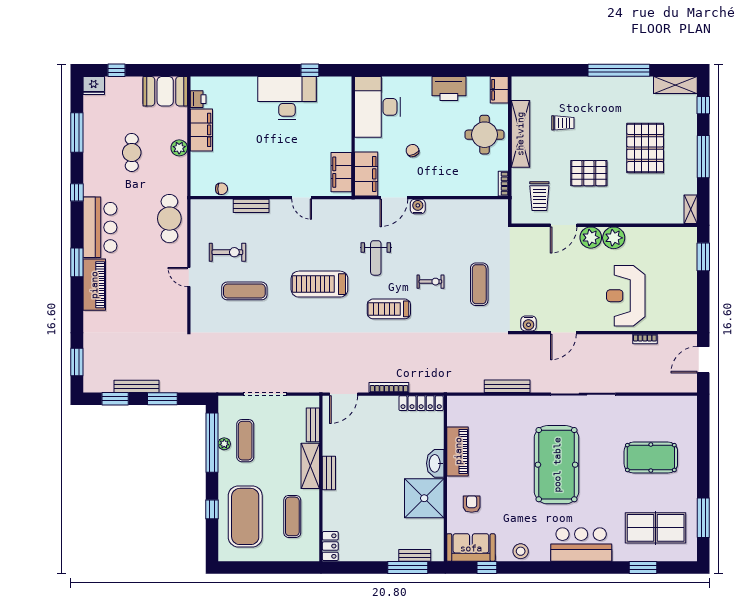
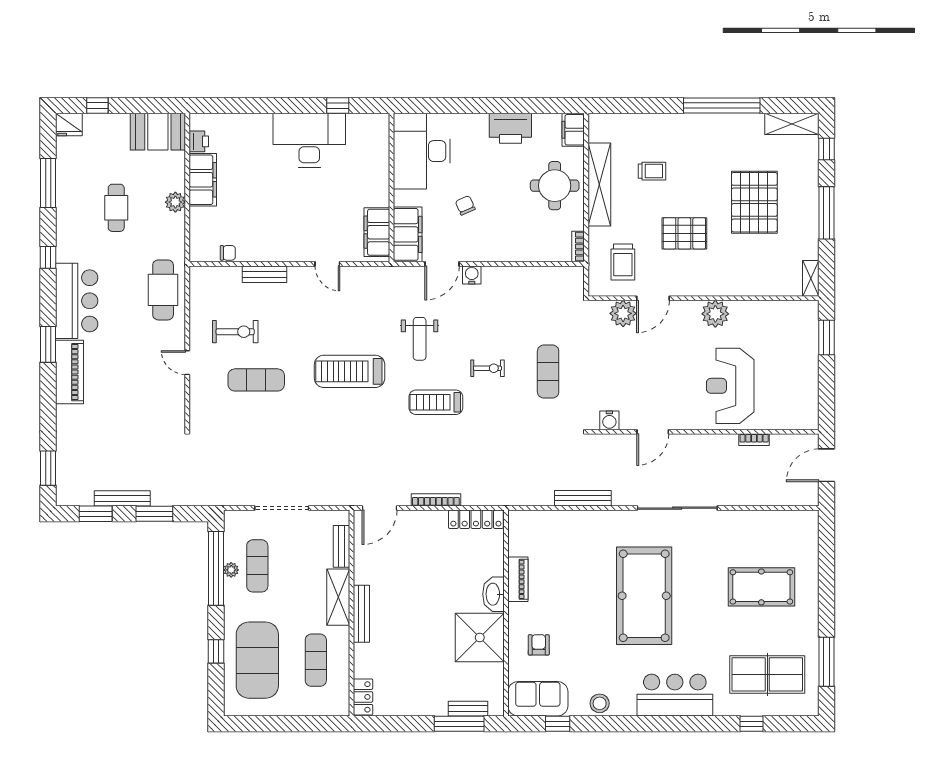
plant: (591, 238) -> (623, 313), moved
piano: (458, 451) -> (518, 579), width x0.73, depth x0.75
bench: (329, 473) -> (361, 614), width x1.36
window: (643, 568) -> (752, 724), width x0.67

